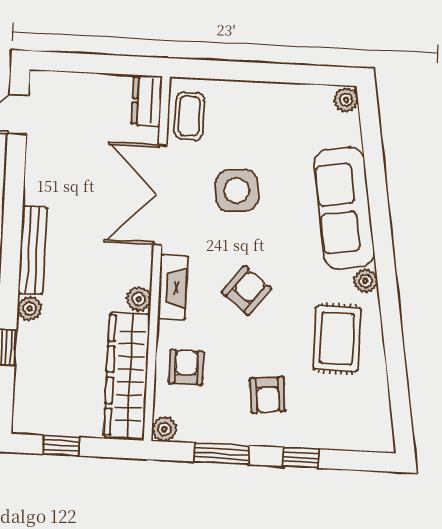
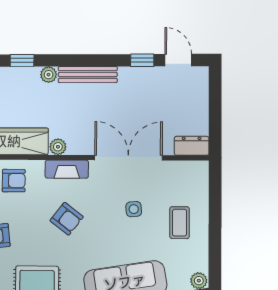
coffee table: (189, 116) -> (180, 223), moved, turned 90
window: (15, 168) -> (142, 60), added
side table: (237, 191) -> (134, 209), width x0.54, depth x0.54

